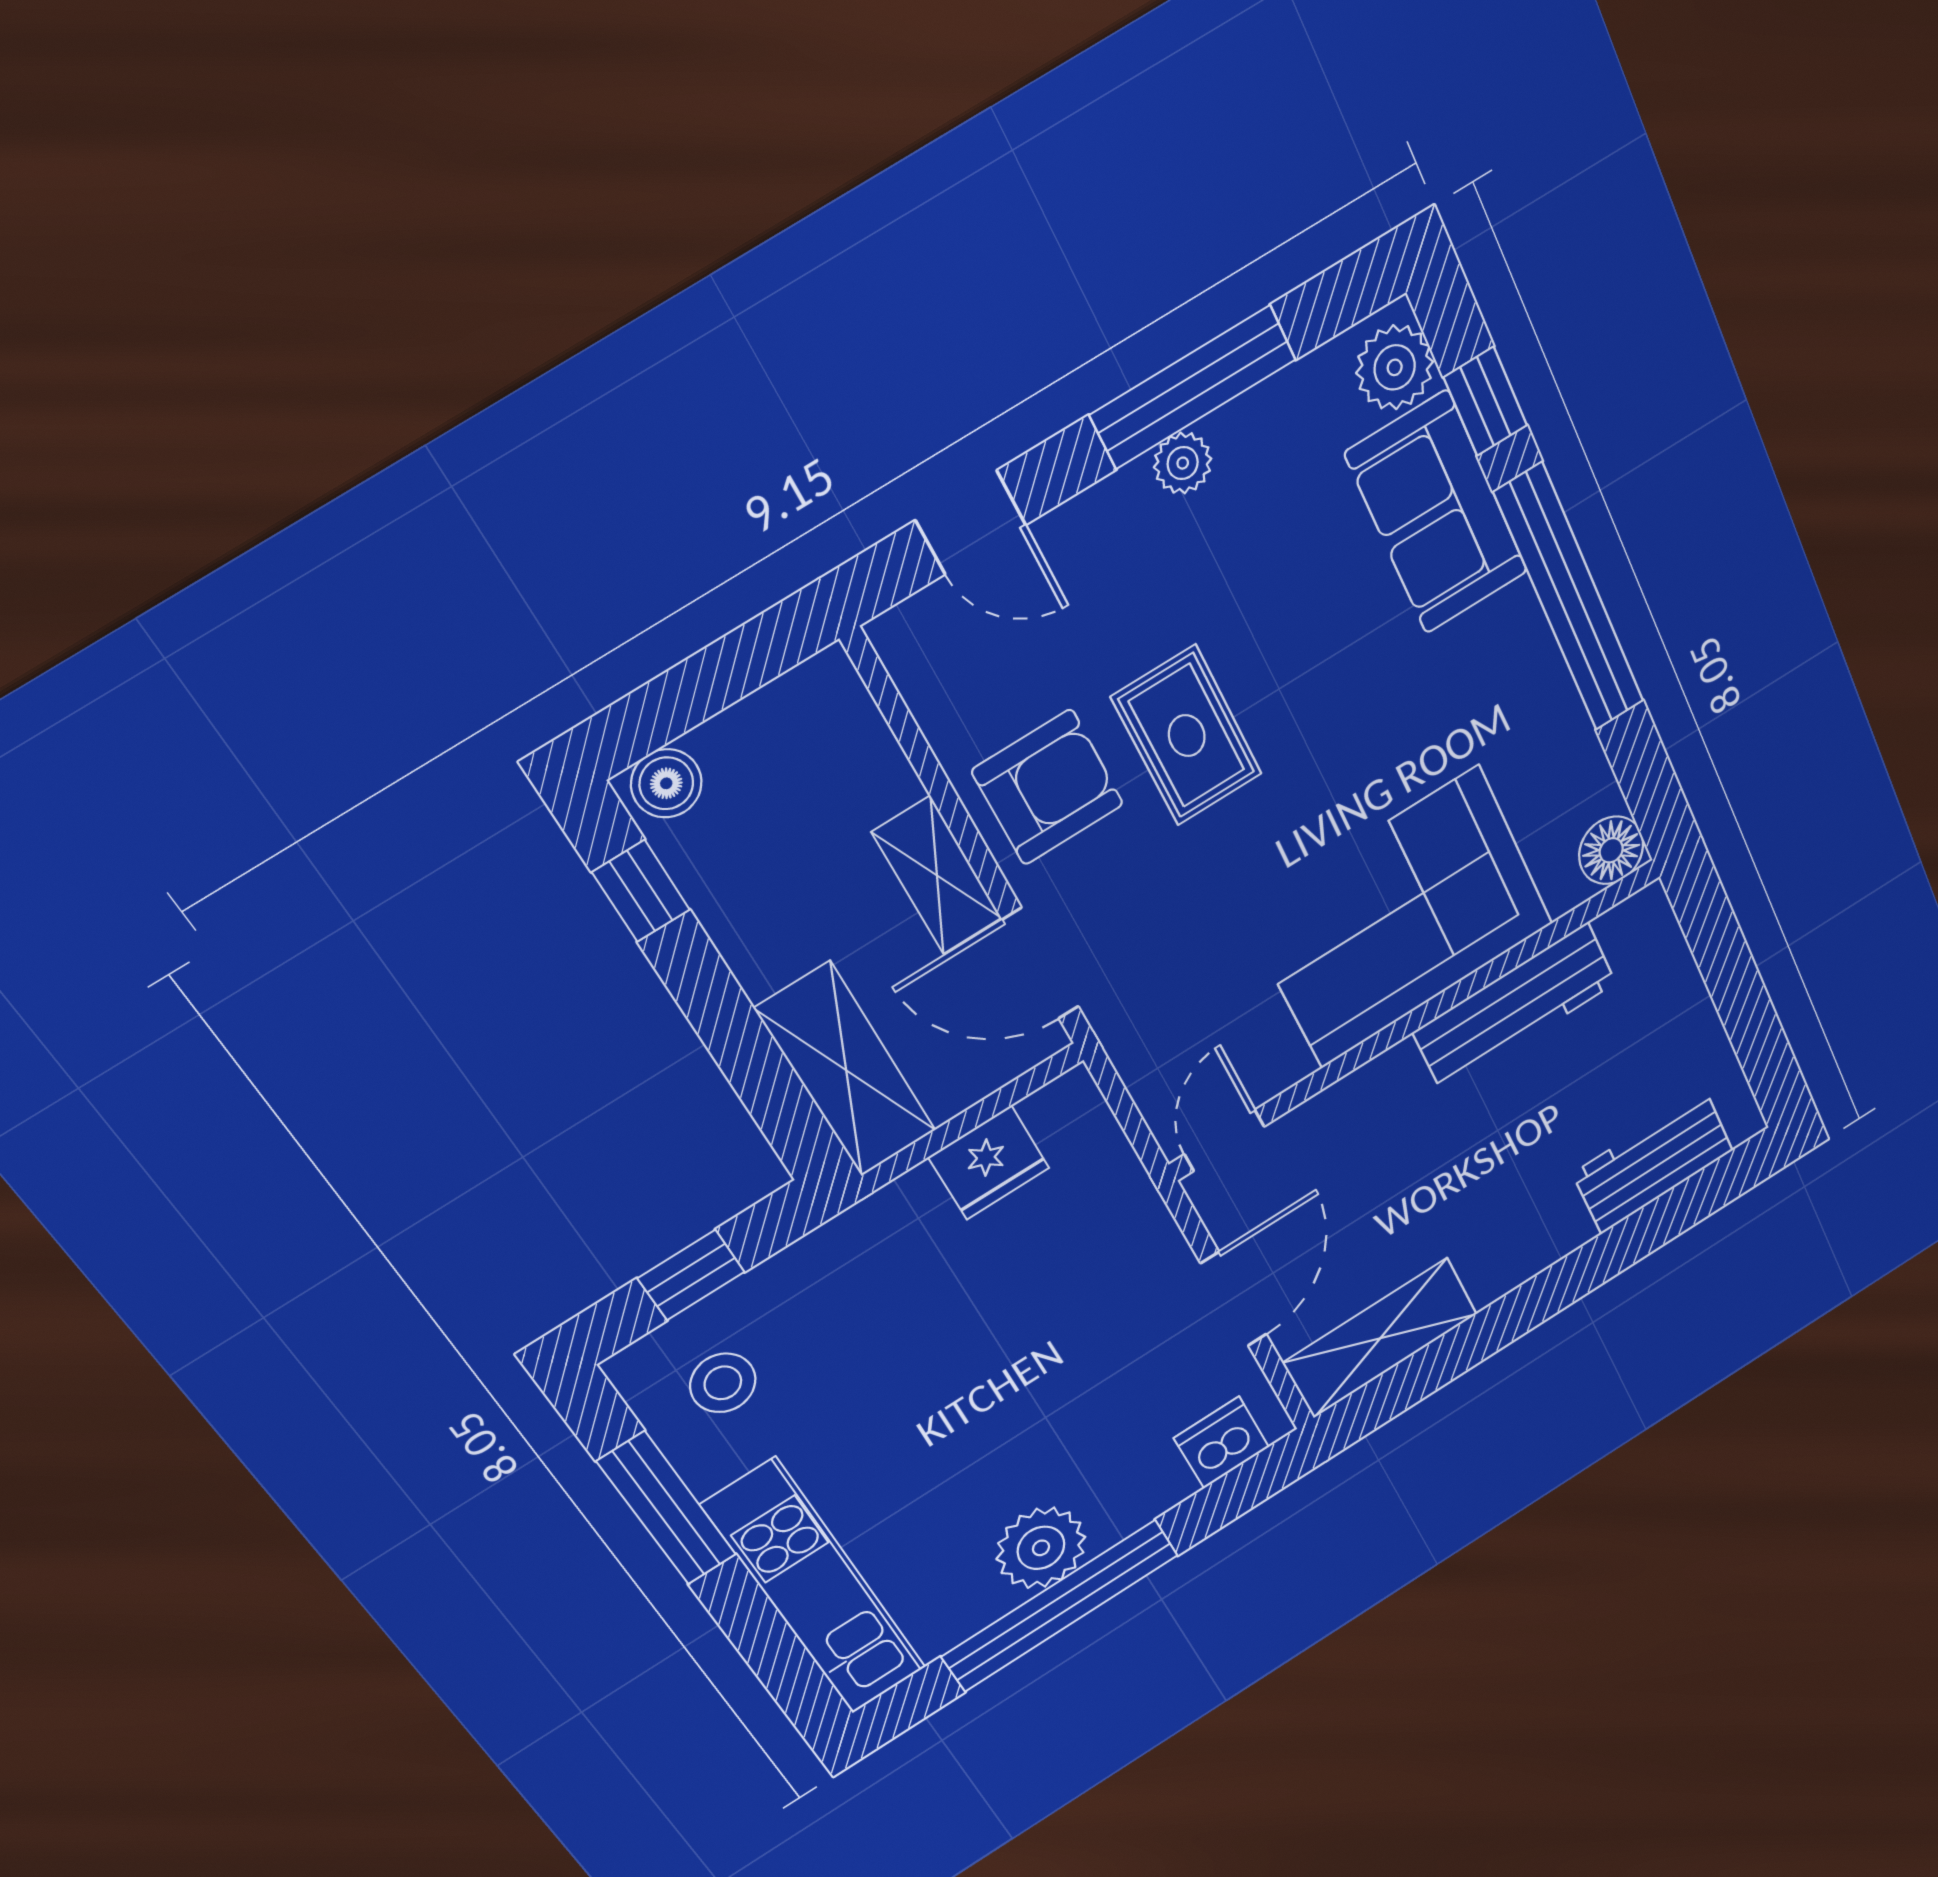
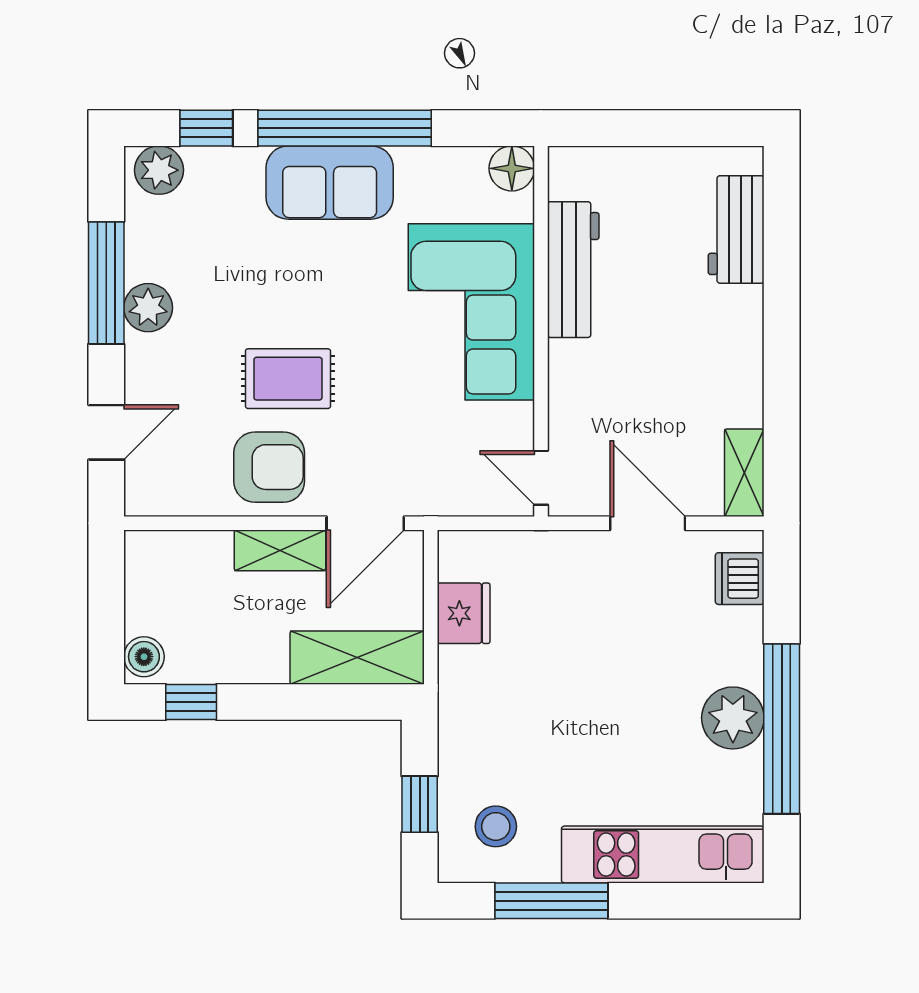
plant: (1183, 463) -> (148, 308), width x1.38, depth x1.38
sofa: (1437, 513) -> (330, 183), moved
armchair: (1048, 787) -> (269, 467), turned 90
shelving: (1380, 1338) -> (744, 473), width x0.67, depth x0.75

